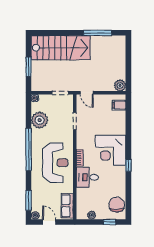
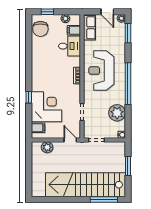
window: (98, 33) -> (104, 200), moved
stairs: (61, 48) -> (86, 185), width x1.36
plant: (120, 85) -> (47, 147), moved
corner desk: (111, 150) -> (47, 107), moved
window: (128, 165) -> (29, 97), moved
desk: (87, 177) -> (70, 46), moved
filing cabinet: (83, 203) -> (74, 30), added

